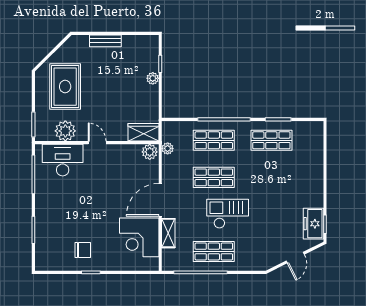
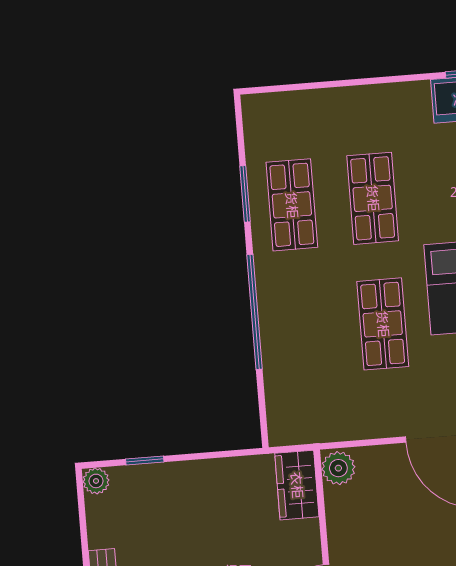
plant: (153, 78) -> (96, 481), moved
shop shelf: (214, 140) -> (373, 198), moved
plant: (168, 148) -> (328, 430), removed

